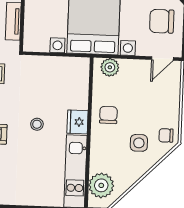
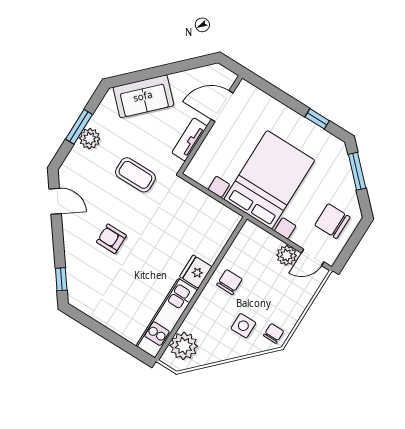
plant: (110, 67) -> (287, 255), moved
stool: (37, 124) -> (156, 251), removed
chair: (166, 135) -> (274, 333), turned 90

